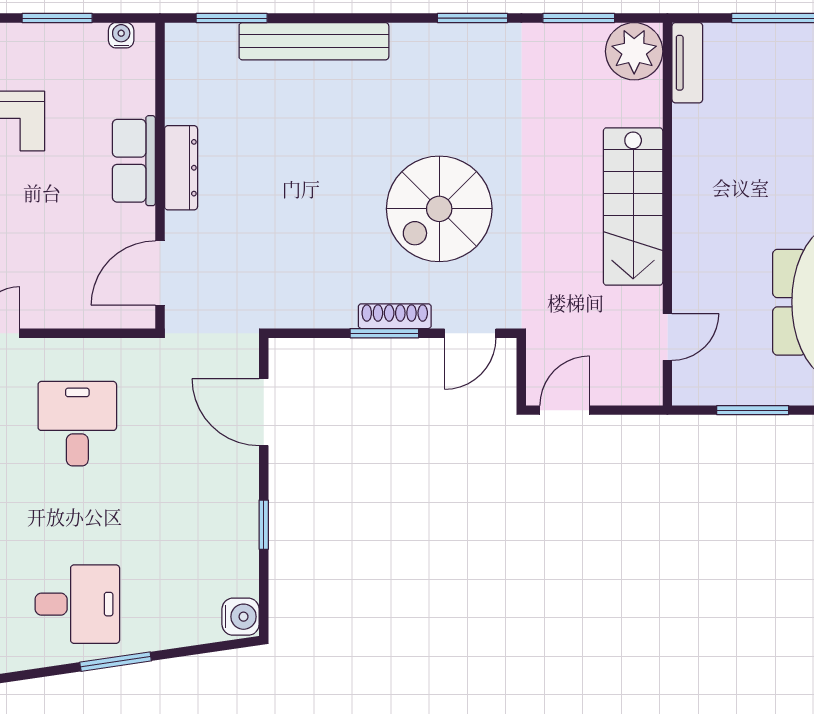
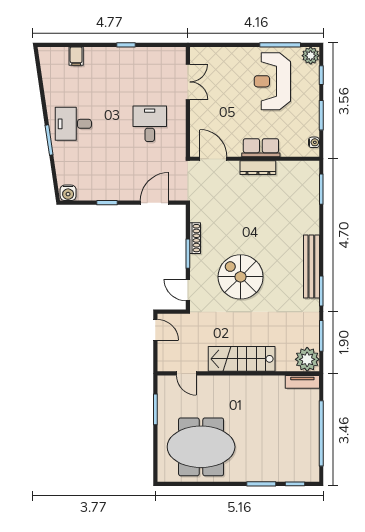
bench: (314, 41) -> (311, 267), moved
shoe rack: (395, 316) -> (195, 238), moved
desk: (77, 424) -> (150, 124), turned -90
desk: (77, 604) -> (73, 124), turned 90

